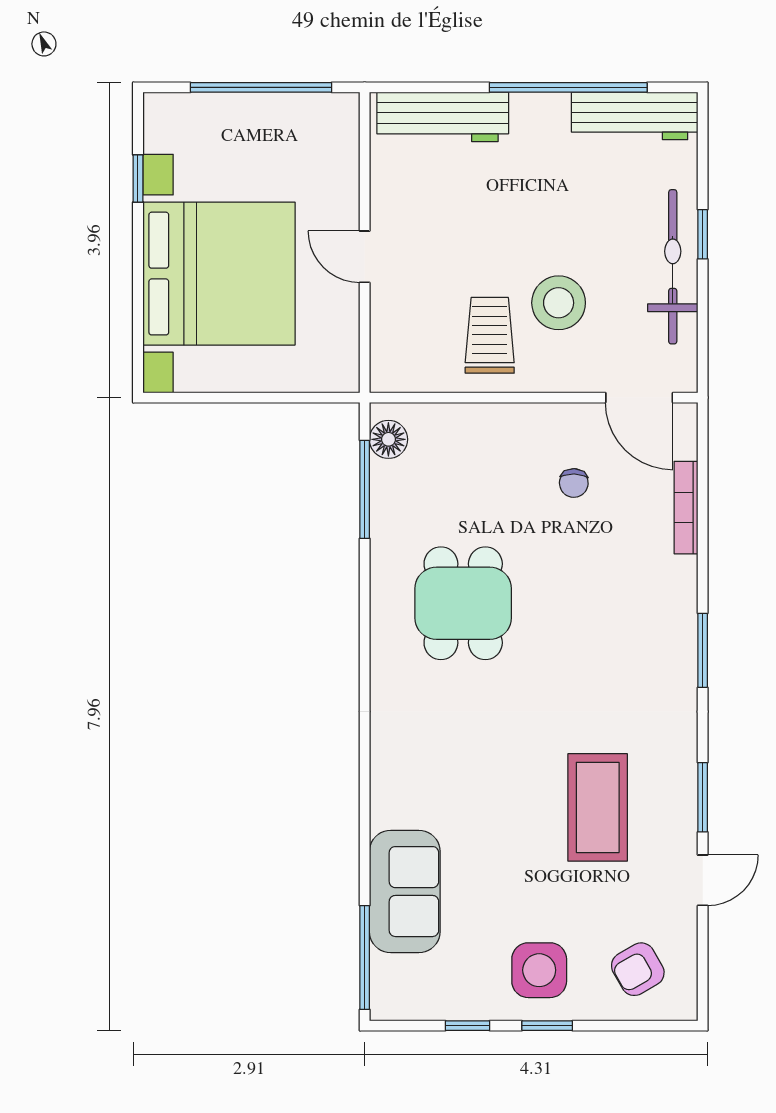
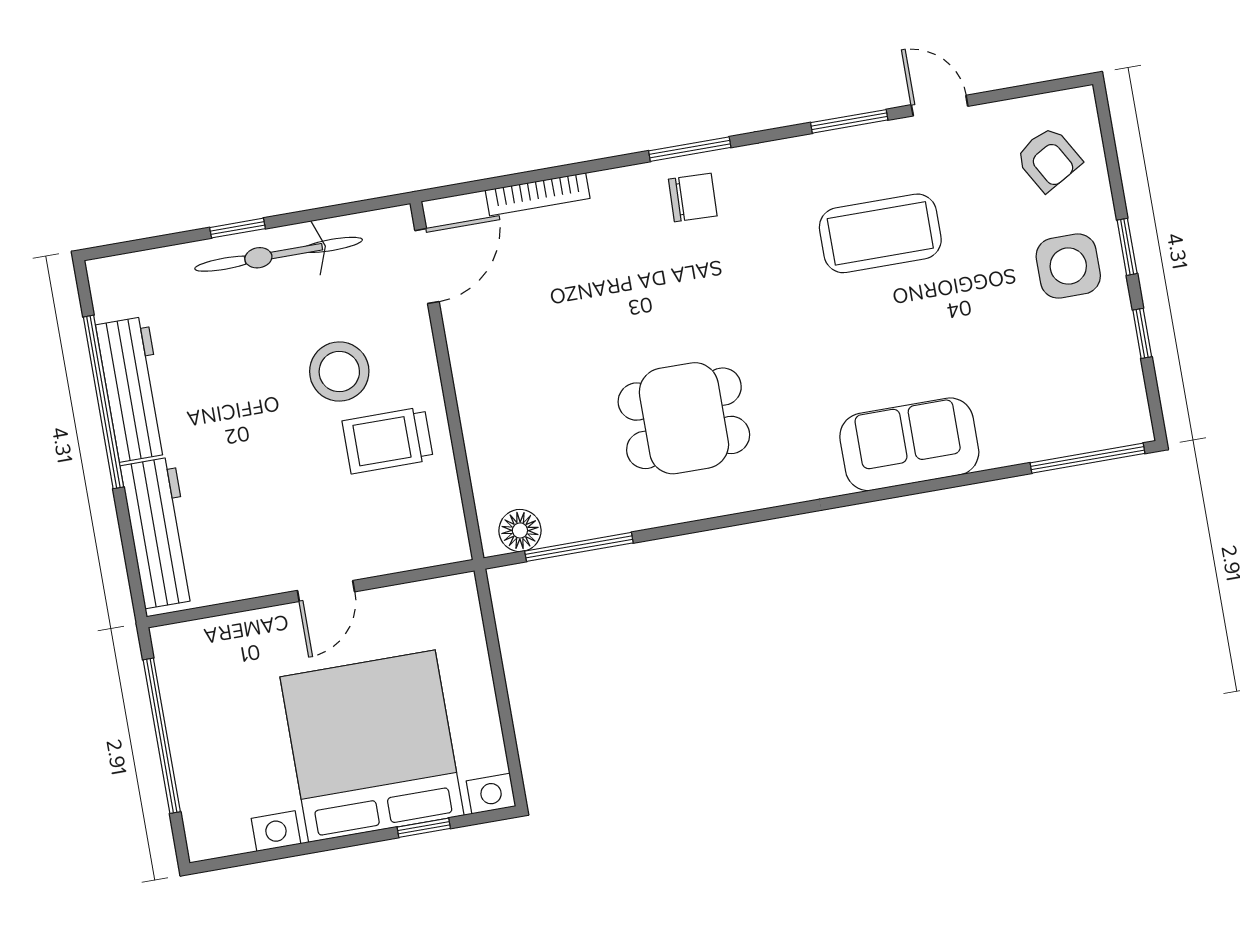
workbench: (635, 116) -> (133, 389), moved
window: (138, 179) -> (424, 828), moved
chair: (574, 483) -> (693, 198), moved, width x1.37, depth x1.37
sofa: (405, 892) -> (909, 444), moved

